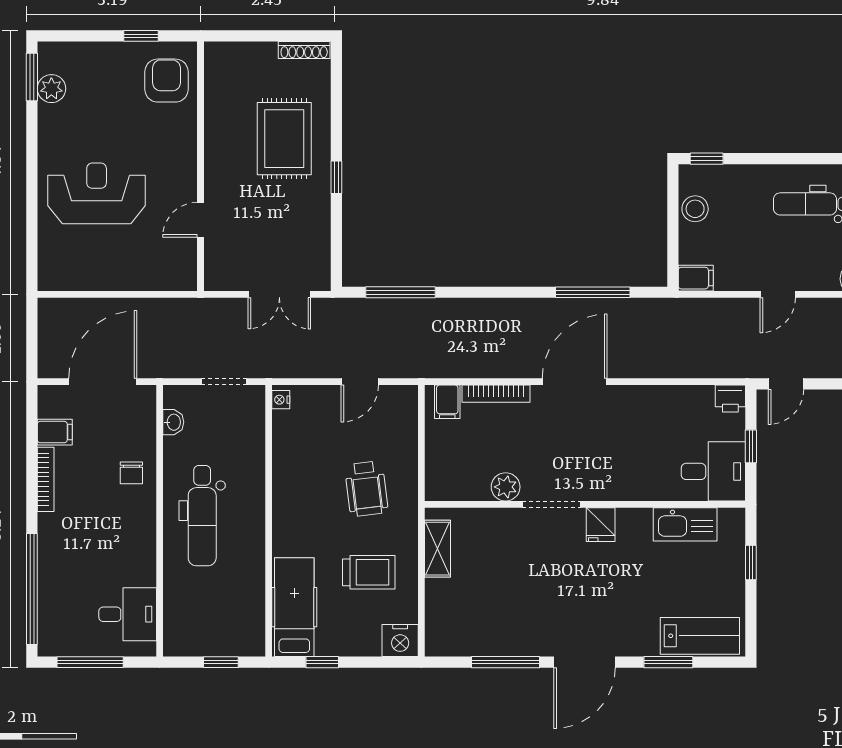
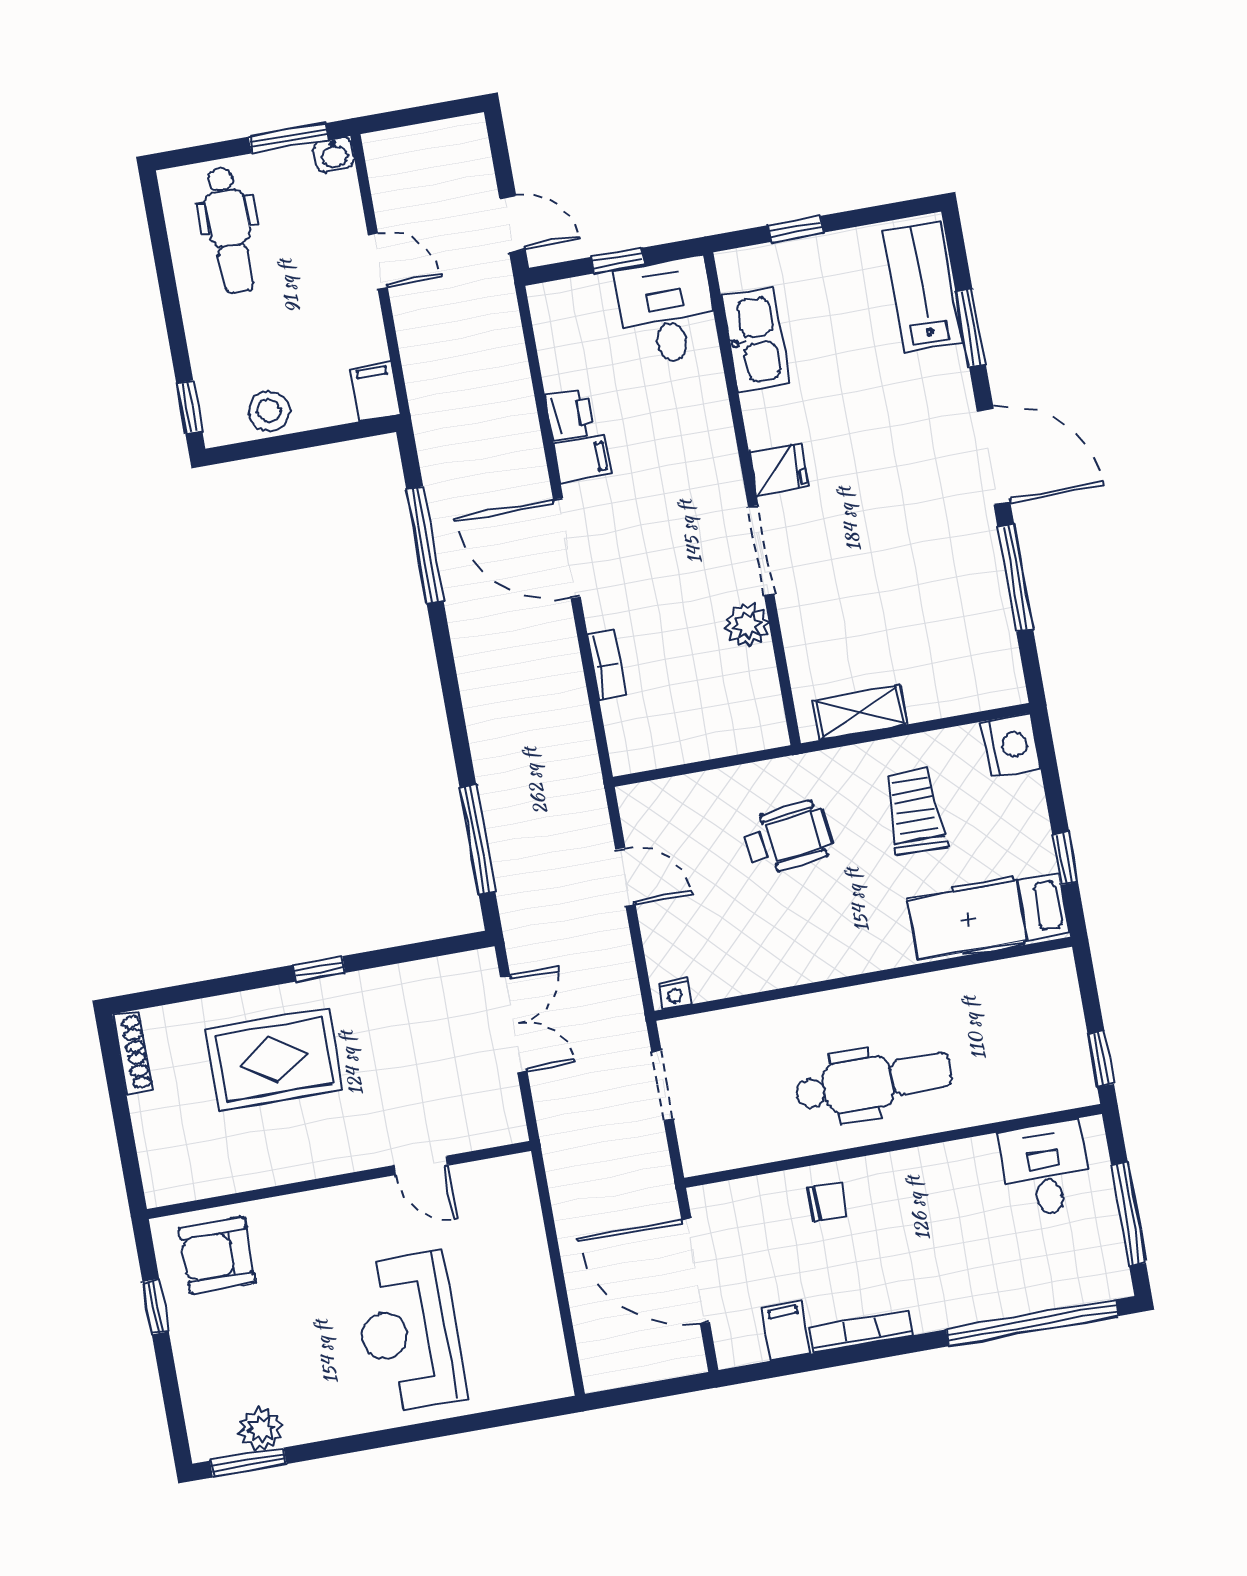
bookcase: (496, 394) -> (607, 665), width x0.64
printer: (730, 399) -> (570, 414), moved
filing cabinet: (447, 402) -> (583, 459), moved
washbasin: (173, 422) -> (738, 1152), removed
window: (221, 662) -> (1101, 1059), moved

